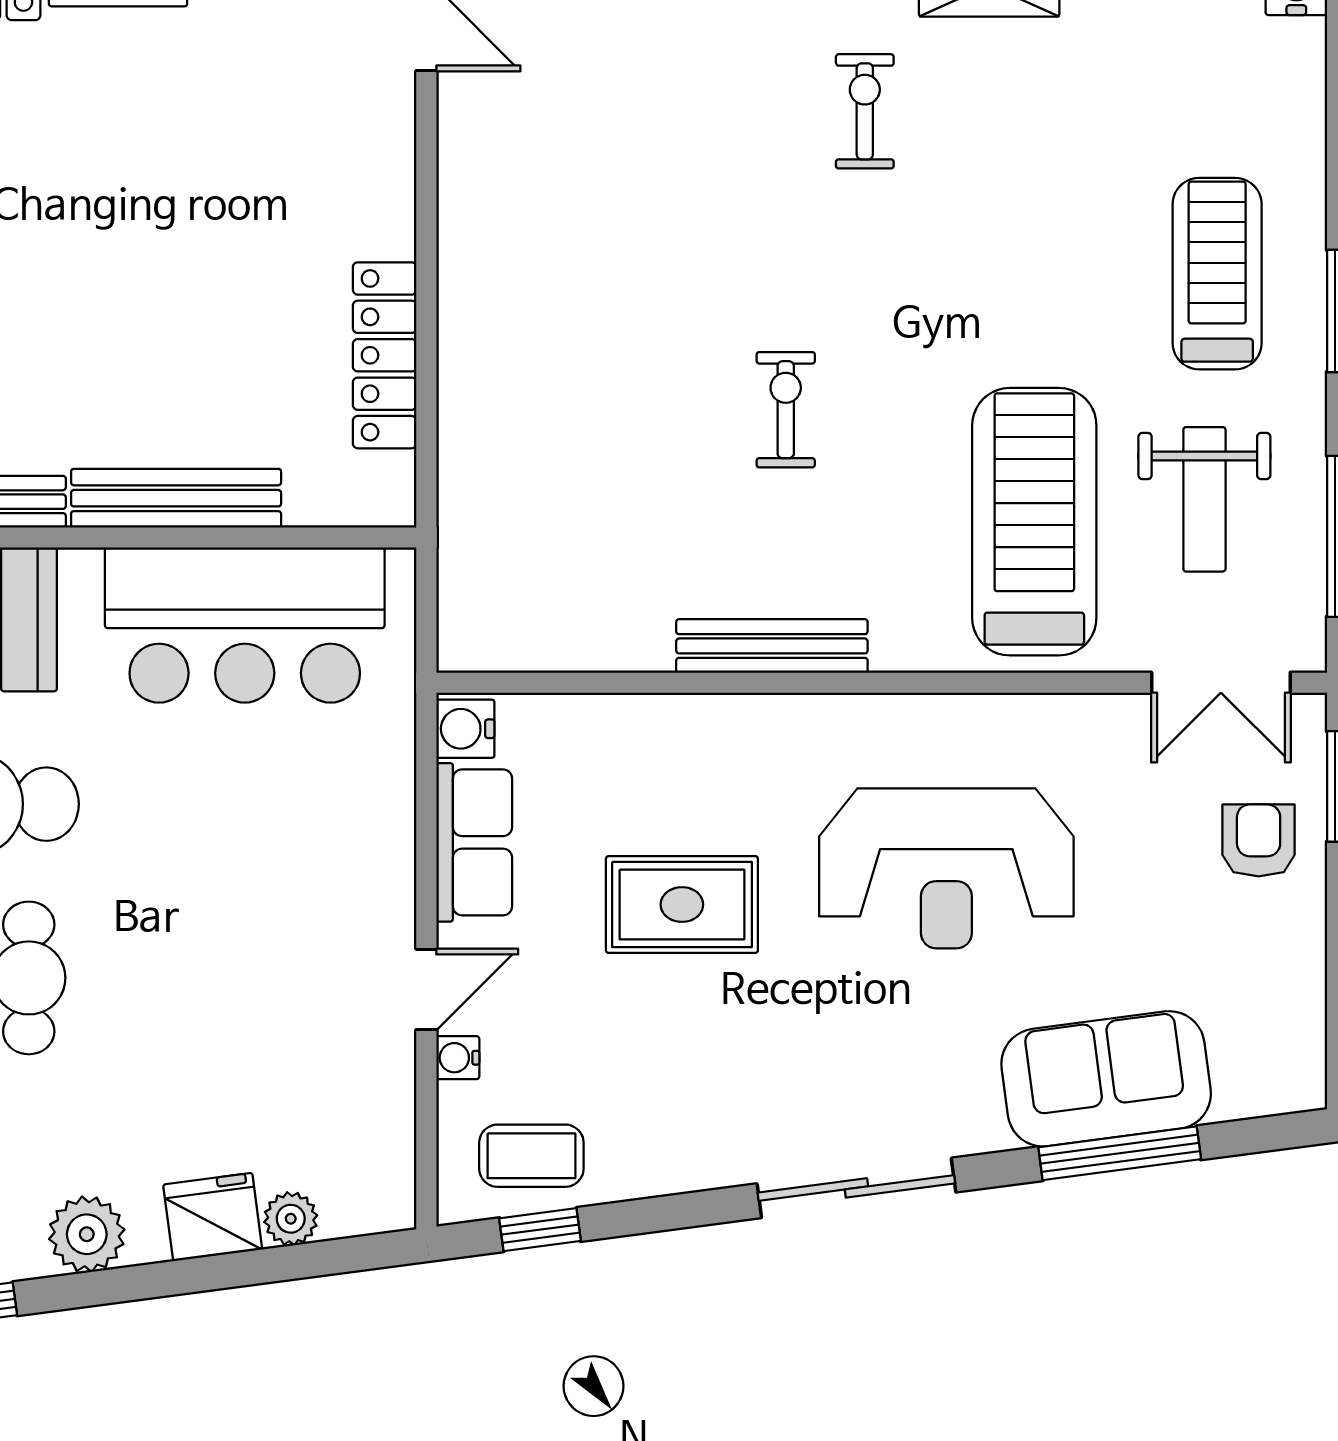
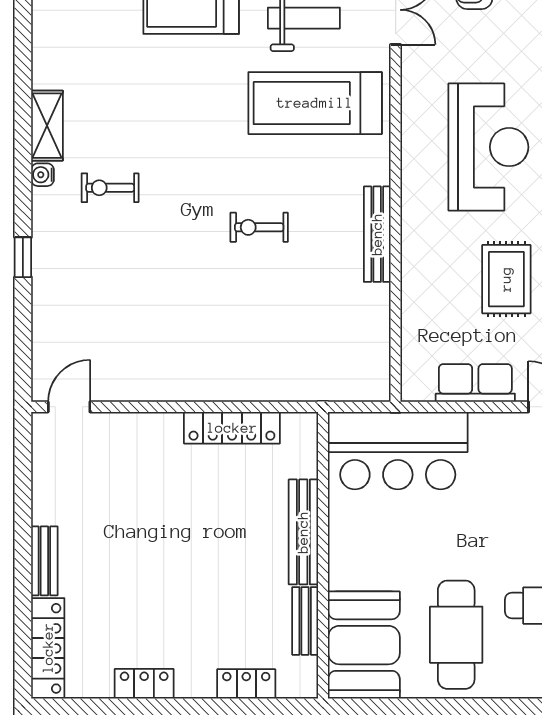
bar counter: (245, 625) -> (398, 451), moved, turned 90
water cooler: (465, 729) -> (419, 387), removed

